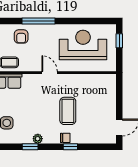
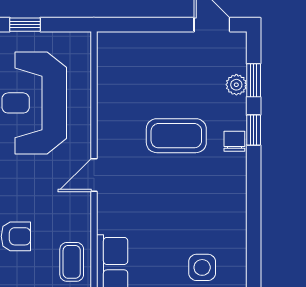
plant: (38, 139) -> (236, 85), moved
window: (30, 147) -> (254, 80), moved

